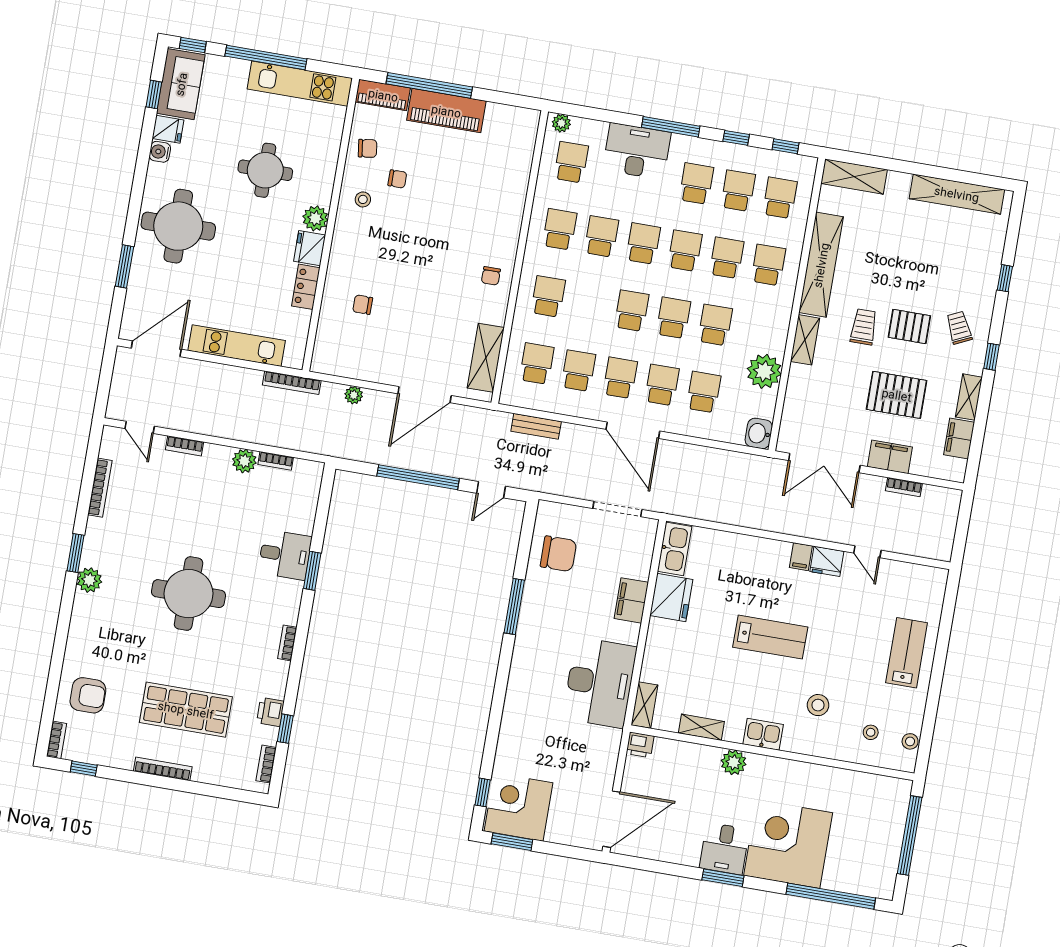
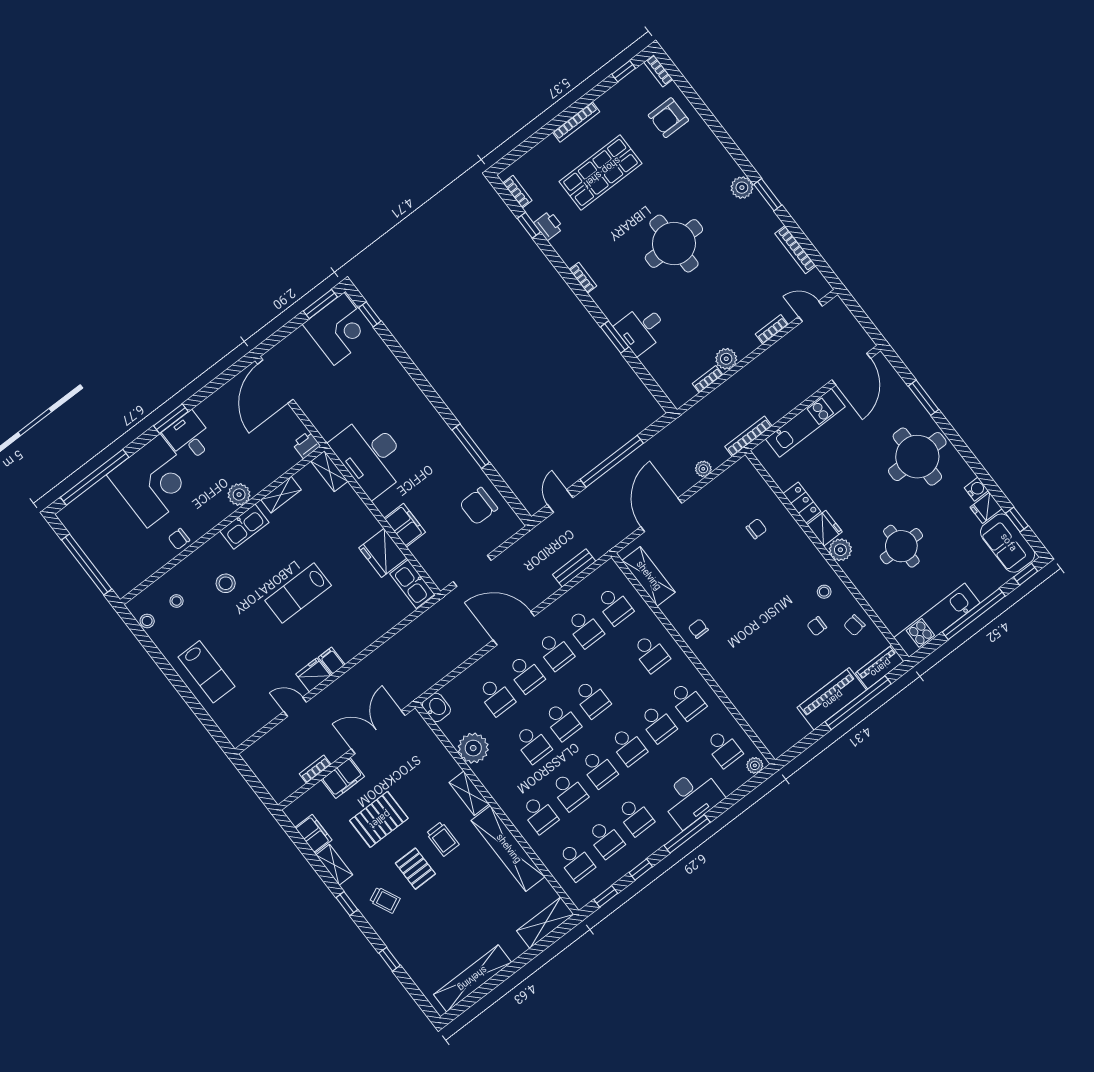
pallet: (909, 326) -> (415, 869), turned 90
kitchen sink: (763, 734) -> (244, 527), width x1.38
chair: (817, 778) -> (179, 539), added

